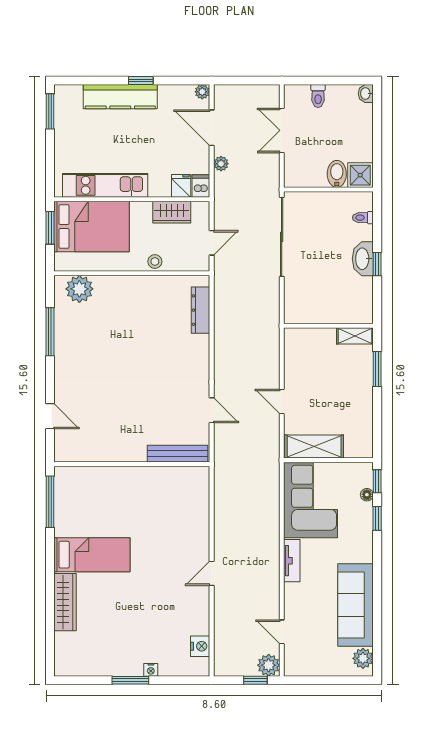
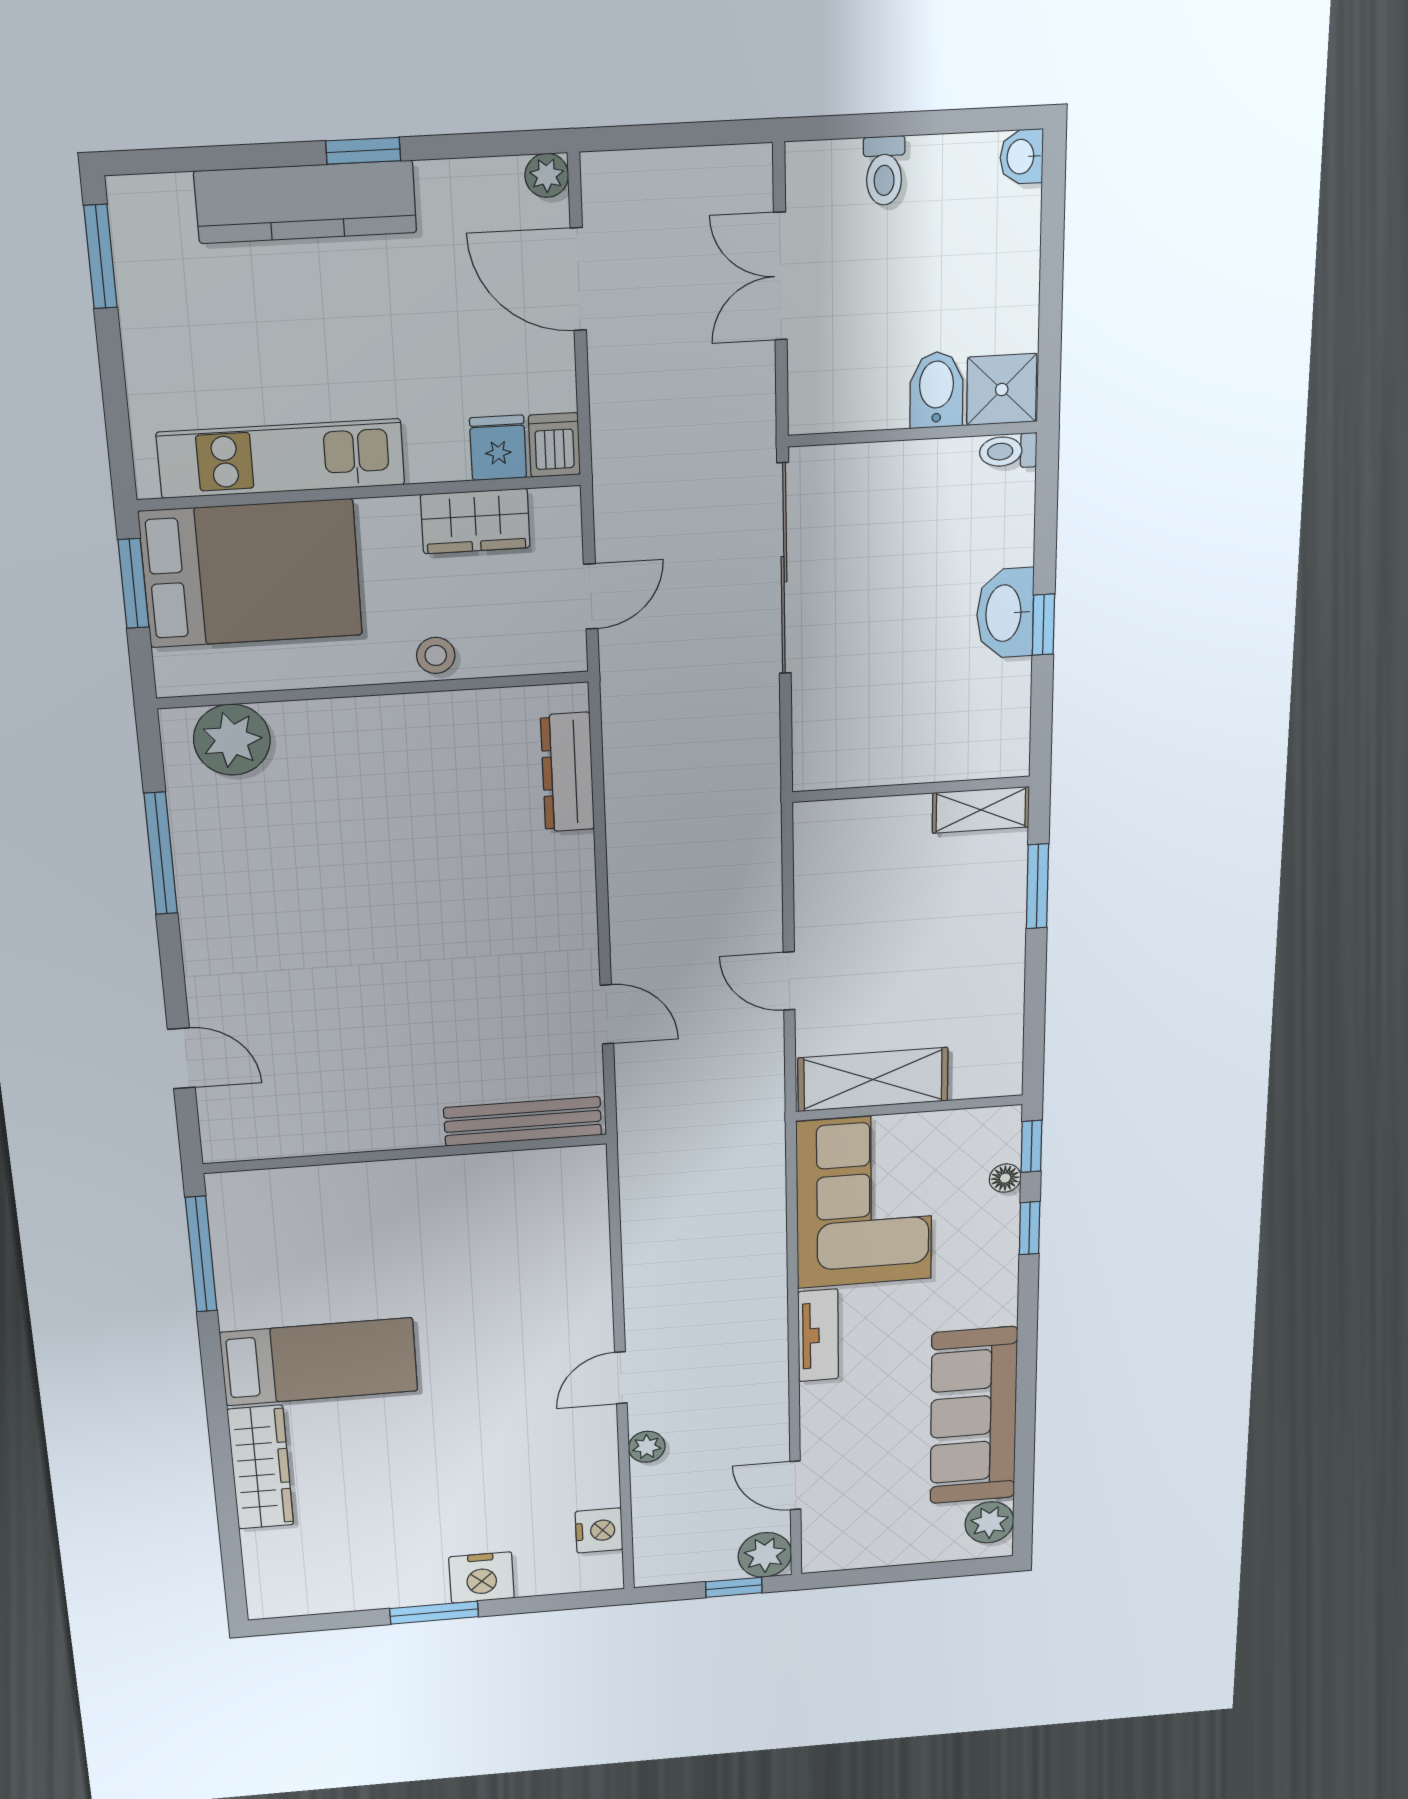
plant: (221, 164) -> (647, 1447), moved
toilet: (363, 218) -> (1008, 451), moved
nightstand: (151, 670) -> (482, 1578), width x1.89, depth x1.79

